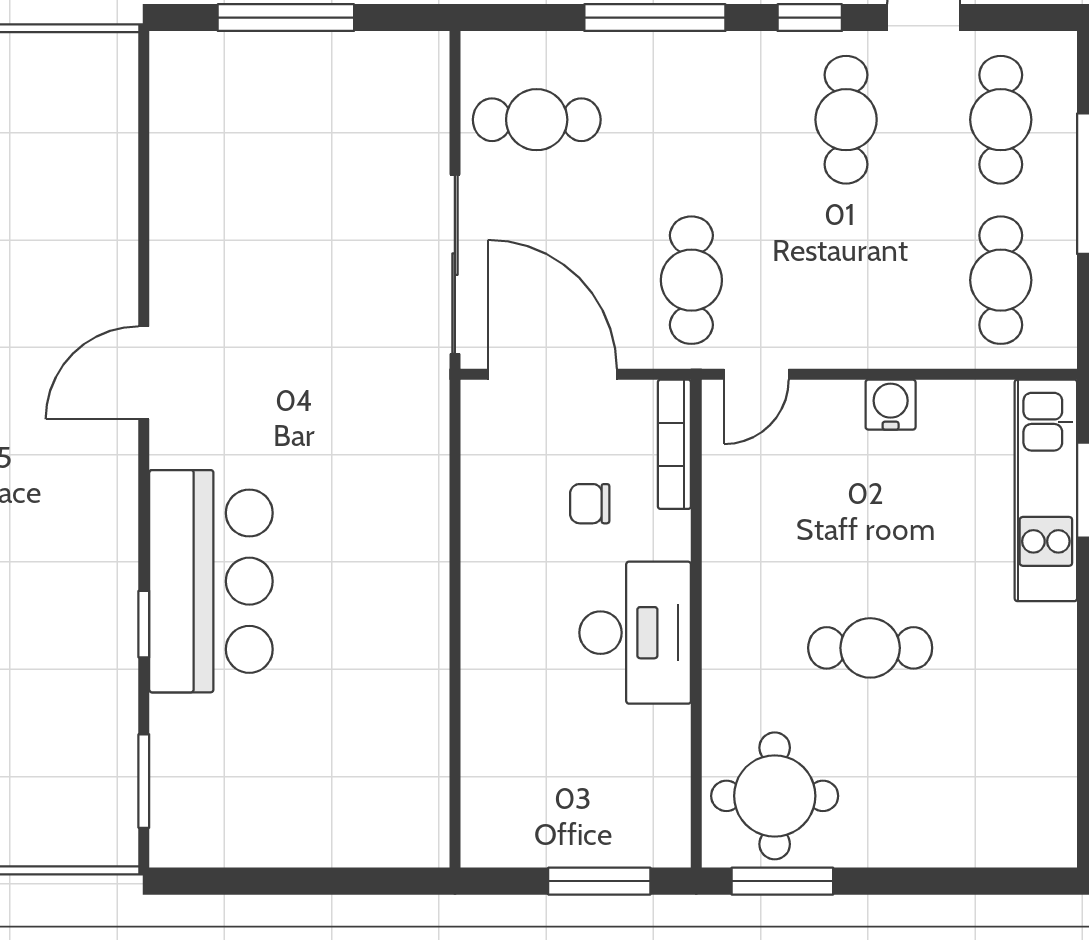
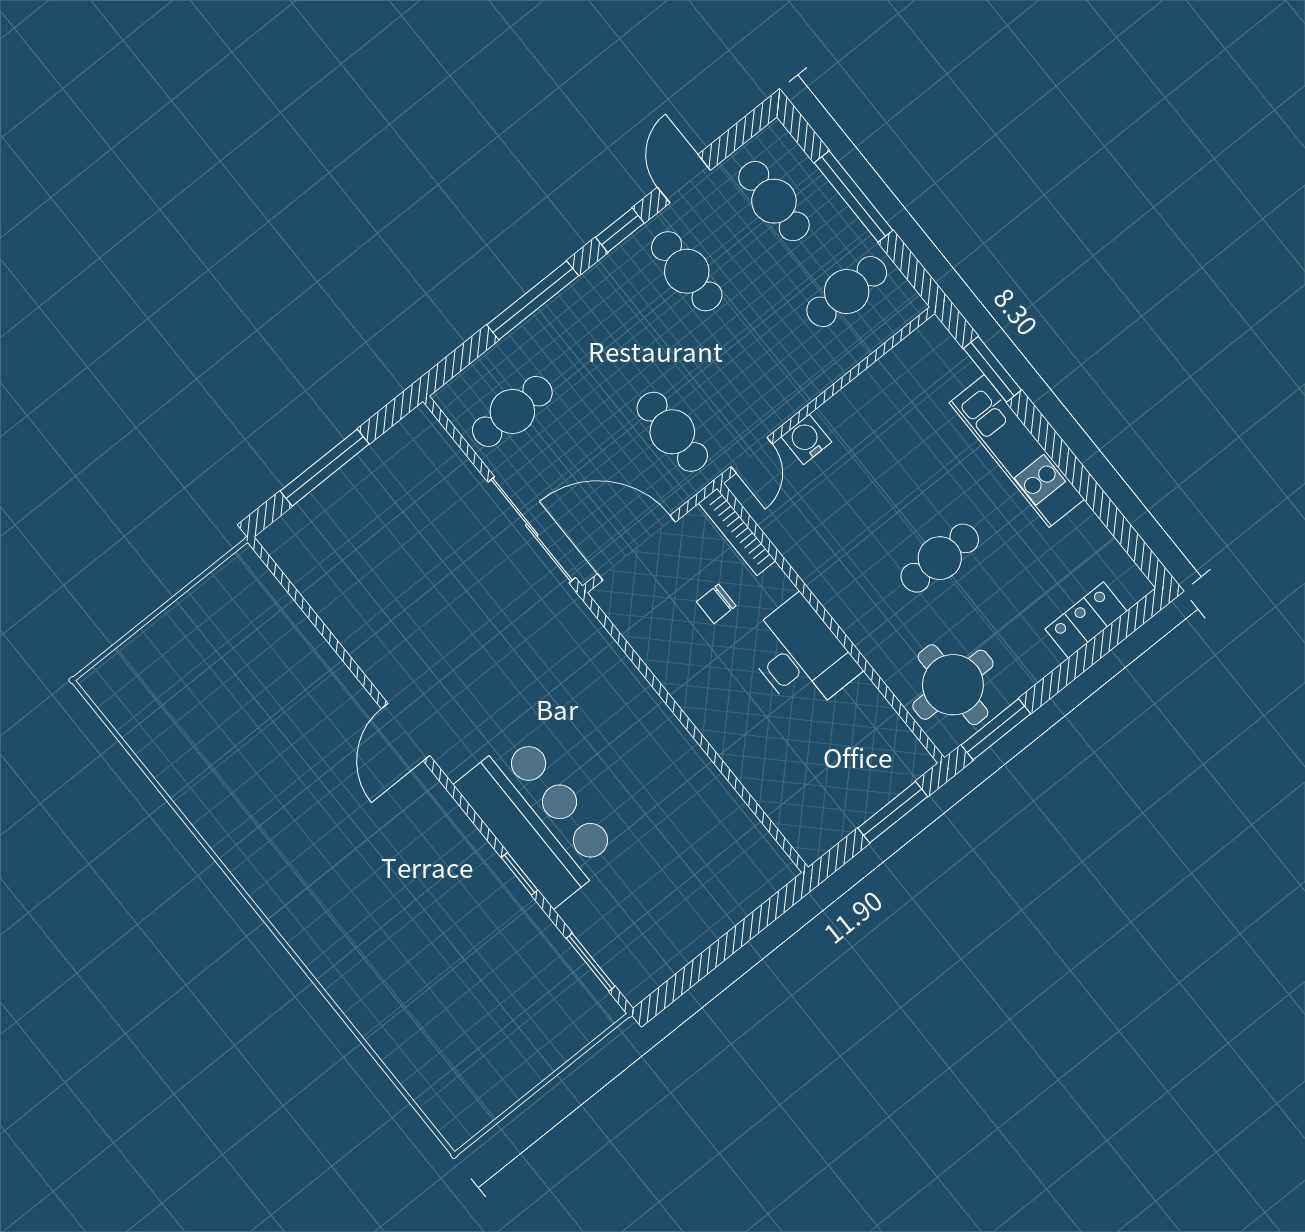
cafe table: (1001, 280) -> (847, 292), turned 90
water cooler: (891, 405) -> (806, 439), moved
kitchen unit: (1046, 490) -> (1017, 451), moved
locker: (974, 841) -> (1086, 620), added

